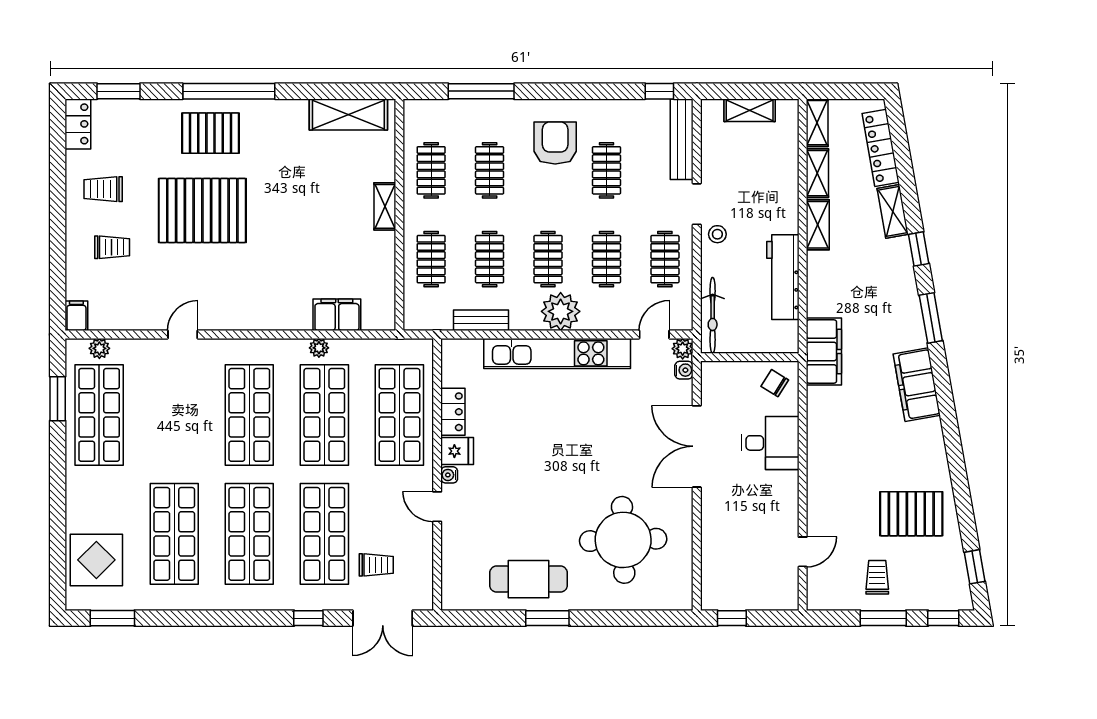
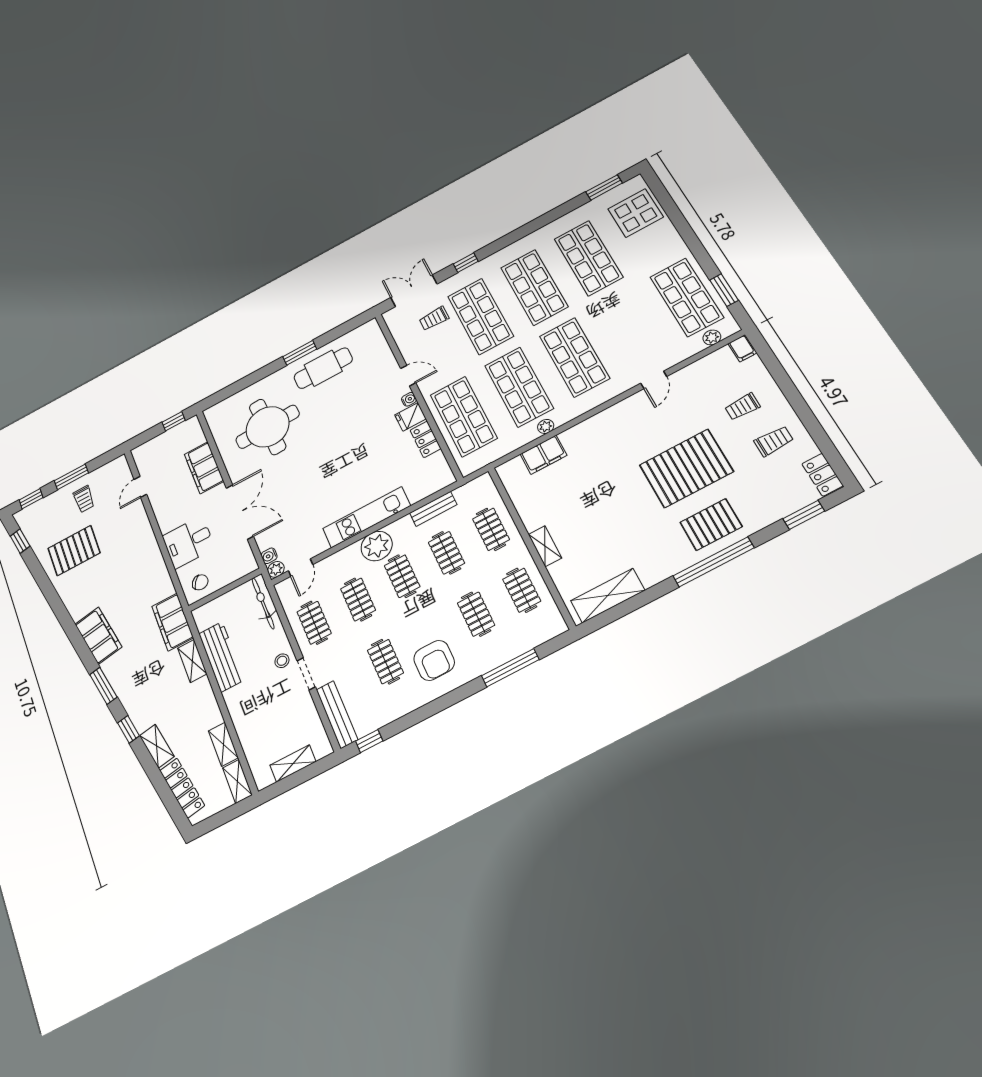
shelving: (818, 225) -> (192, 661), moved
kitchen unit: (557, 353) -> (367, 517), width x0.73
filing cabinet: (718, 531) -> (204, 468), added

